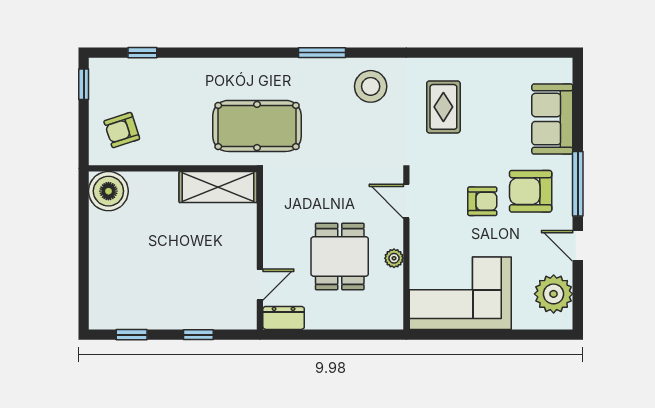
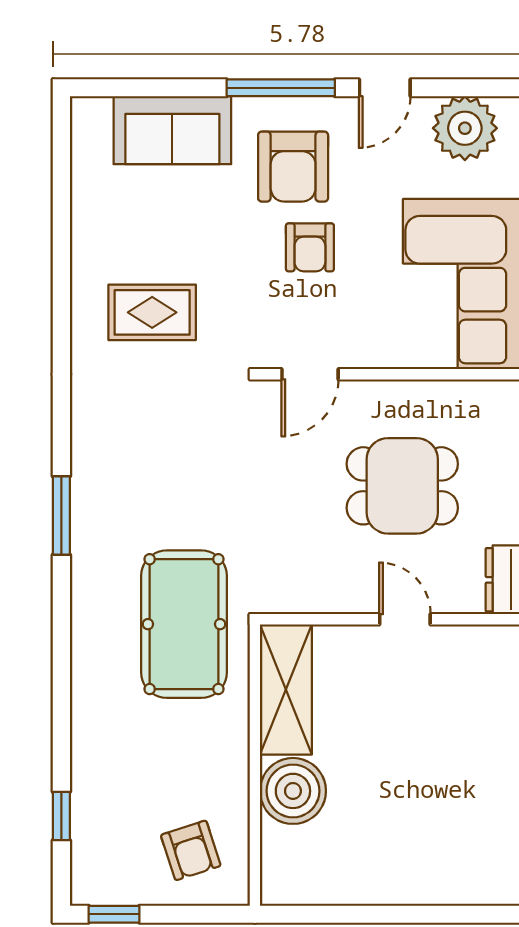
stool: (371, 86) -> (118, 434), removed
boiler: (108, 191) -> (293, 791), moved
armchair: (482, 201) -> (310, 247), turned 180
plant: (394, 258) -> (405, 395), removed
door: (260, 285) -> (405, 619), moved

